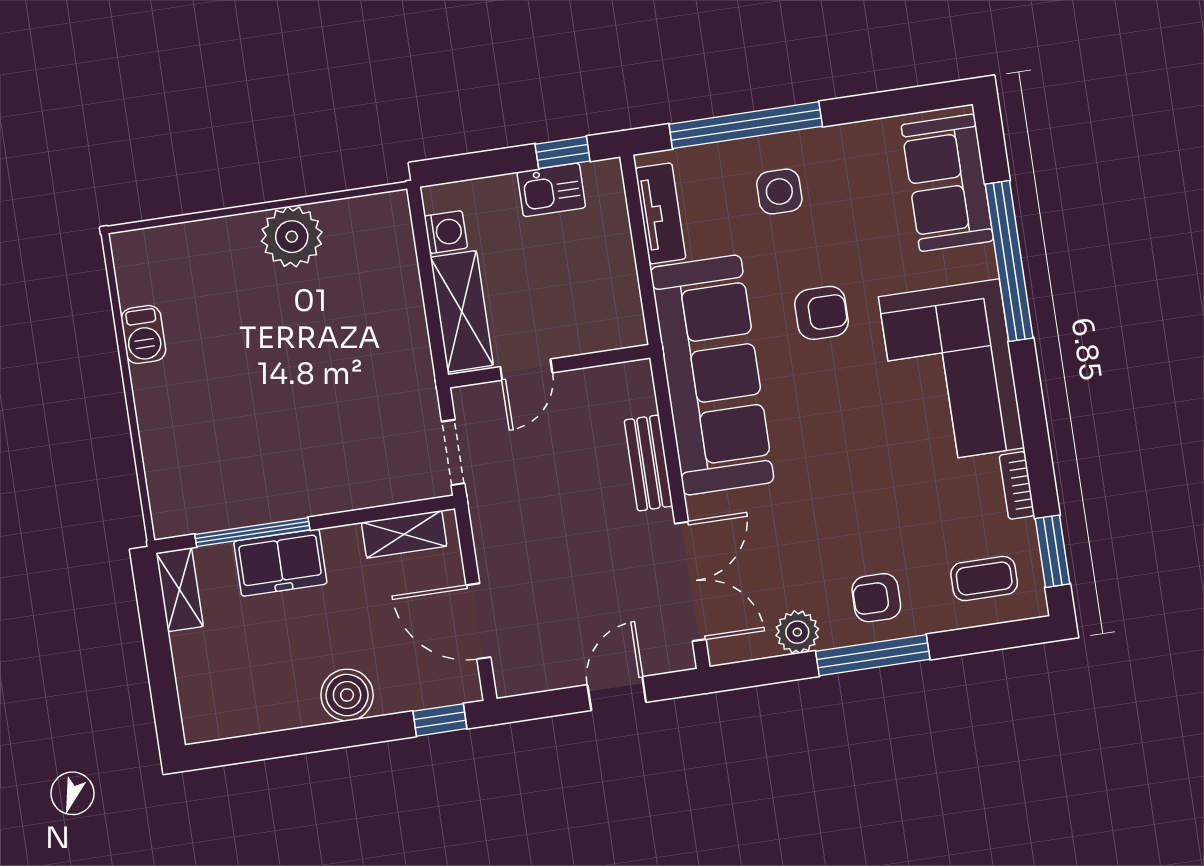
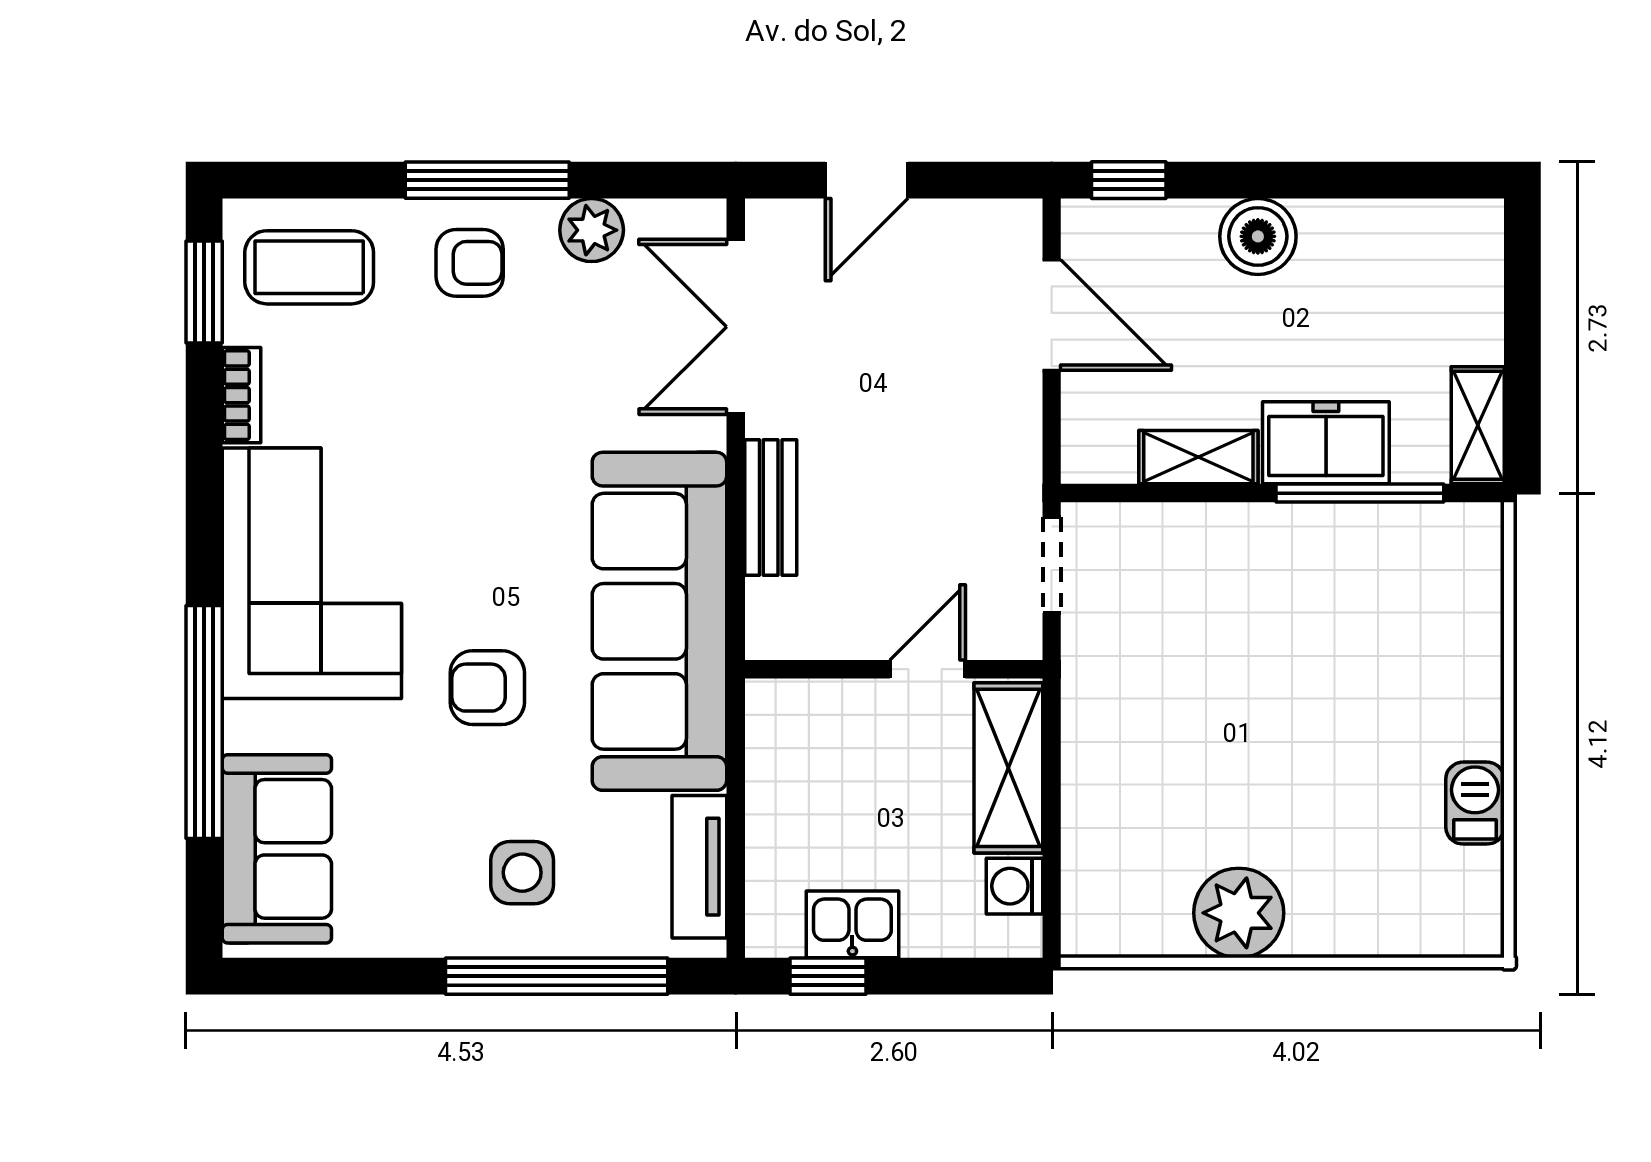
shelving: (404, 534) -> (1198, 457), moved
coffee table: (984, 579) -> (309, 267), width x1.36, depth x1.30

